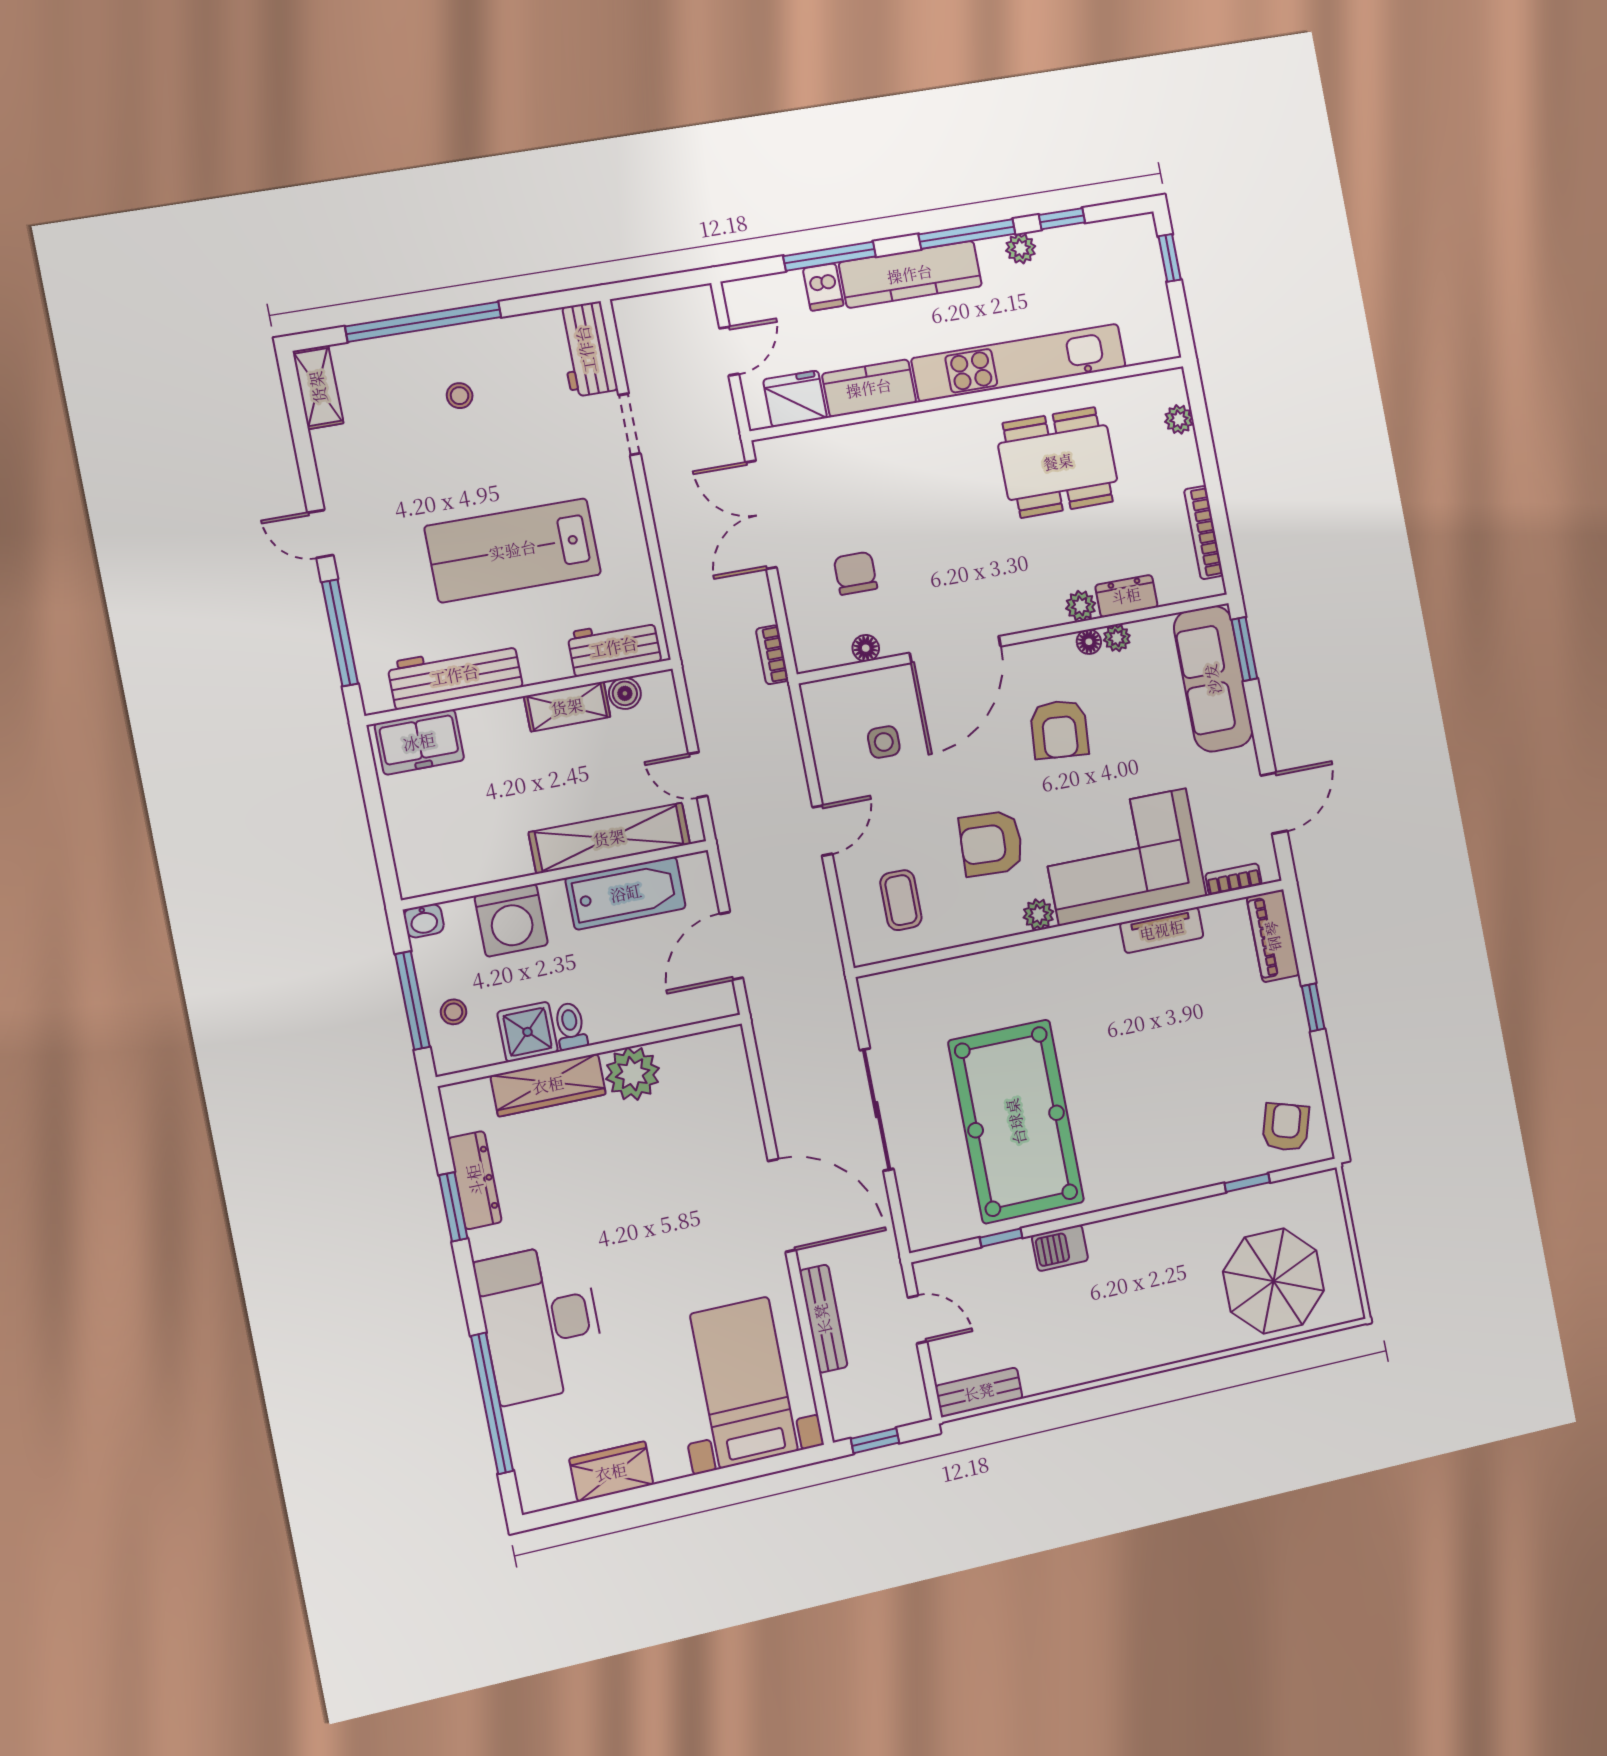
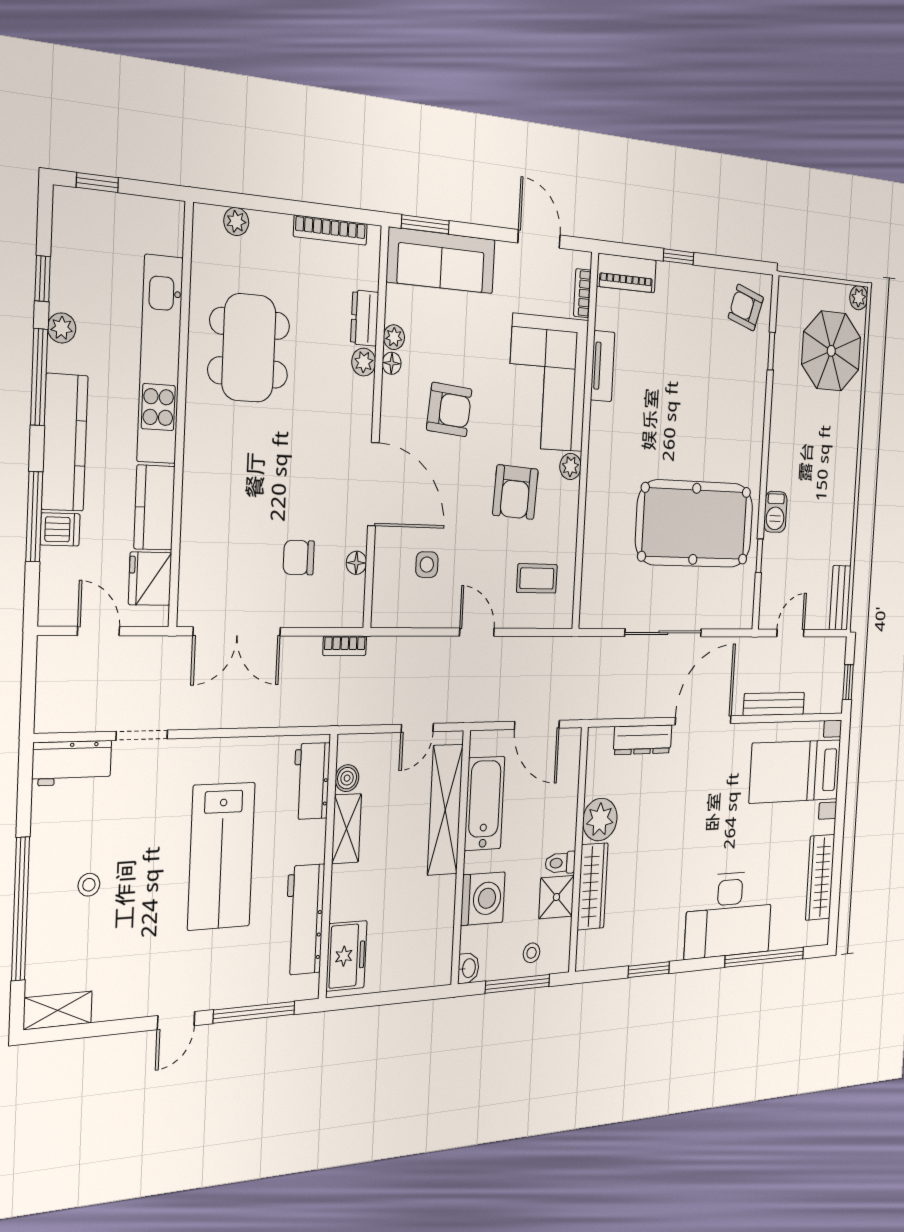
dresser: (475, 1180) -> (643, 740), moved, turned 180
plant: (1348, 1307) -> (859, 298), added
wardrobe: (611, 1472) -> (820, 877), width x1.50

